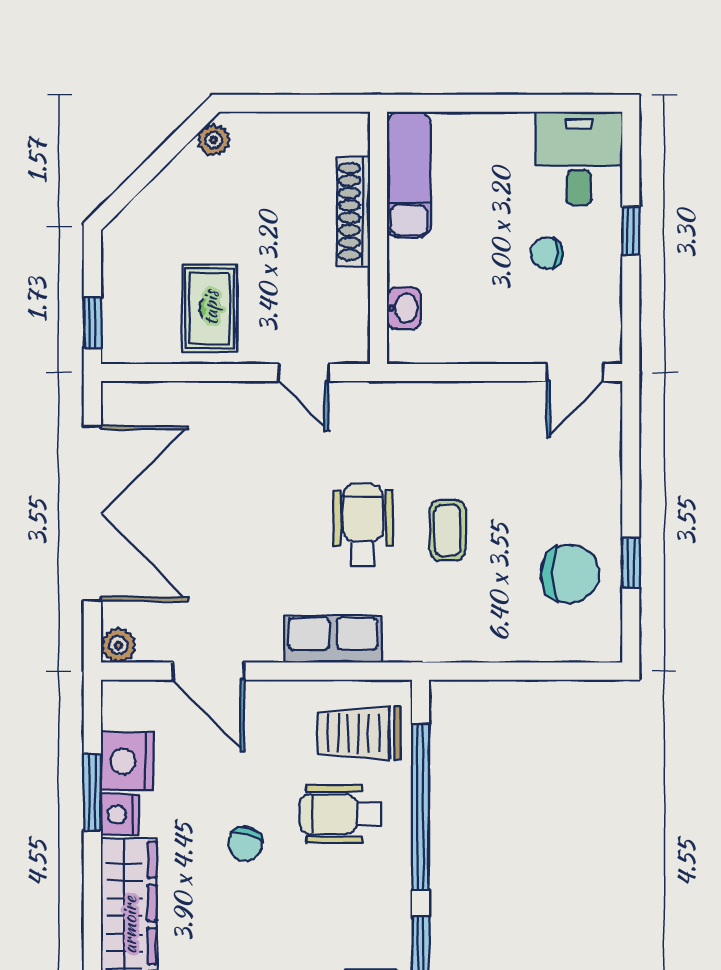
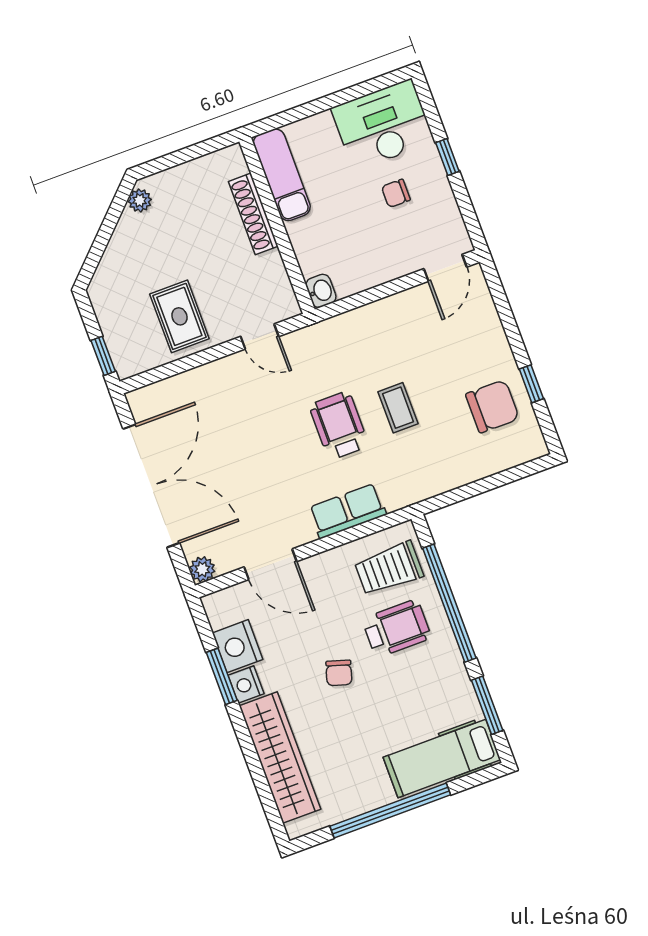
desk: (579, 159) -> (383, 125), width x1.37
washbasin: (404, 308) -> (321, 291), moved
wheelchair: (341, 814) -> (397, 628), turned 180

